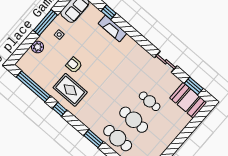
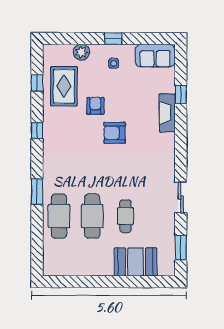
window: (45, 23) -> (113, 39), width x0.46
armchair: (98, 67) -> (115, 133), added
window: (33, 86) -> (37, 83), width x0.32
rug: (70, 90) -> (64, 86), moved
booth: (188, 100) -> (136, 262), moved, turned 90

